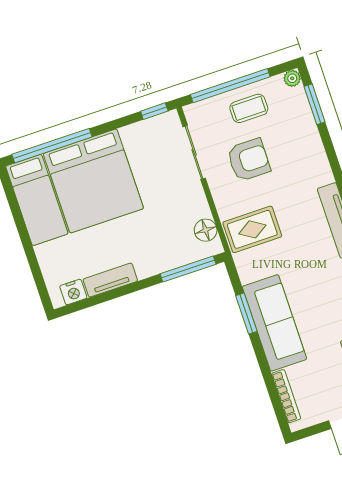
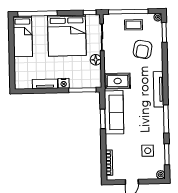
armchair: (249, 160) -> (143, 49), moved, turned 101
bed: (93, 181) -> (67, 35), moved
floor lamp: (206, 230) -> (96, 60), moved
nightstand: (73, 292) -> (64, 83), moved
sofa: (274, 323) -> (114, 112), moved

